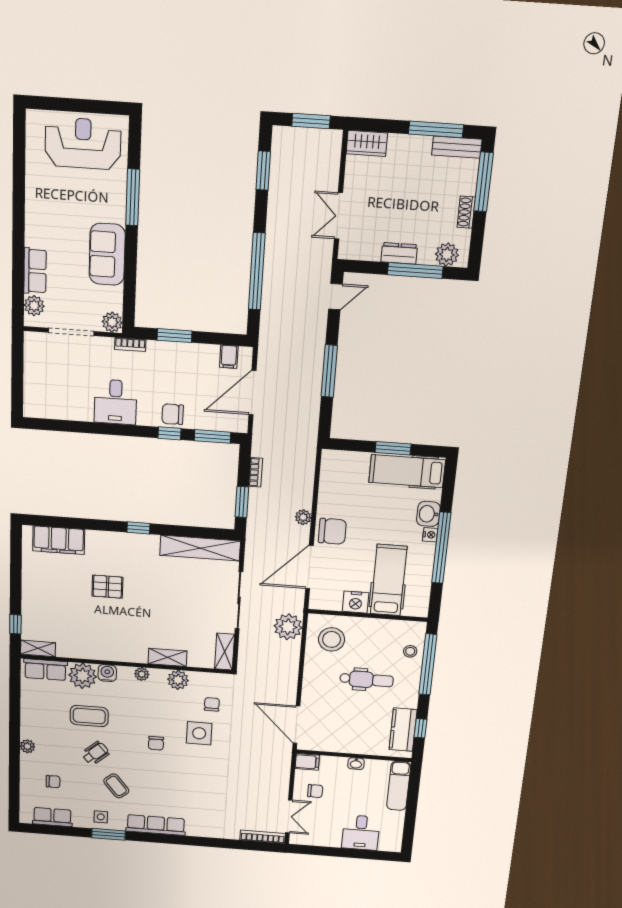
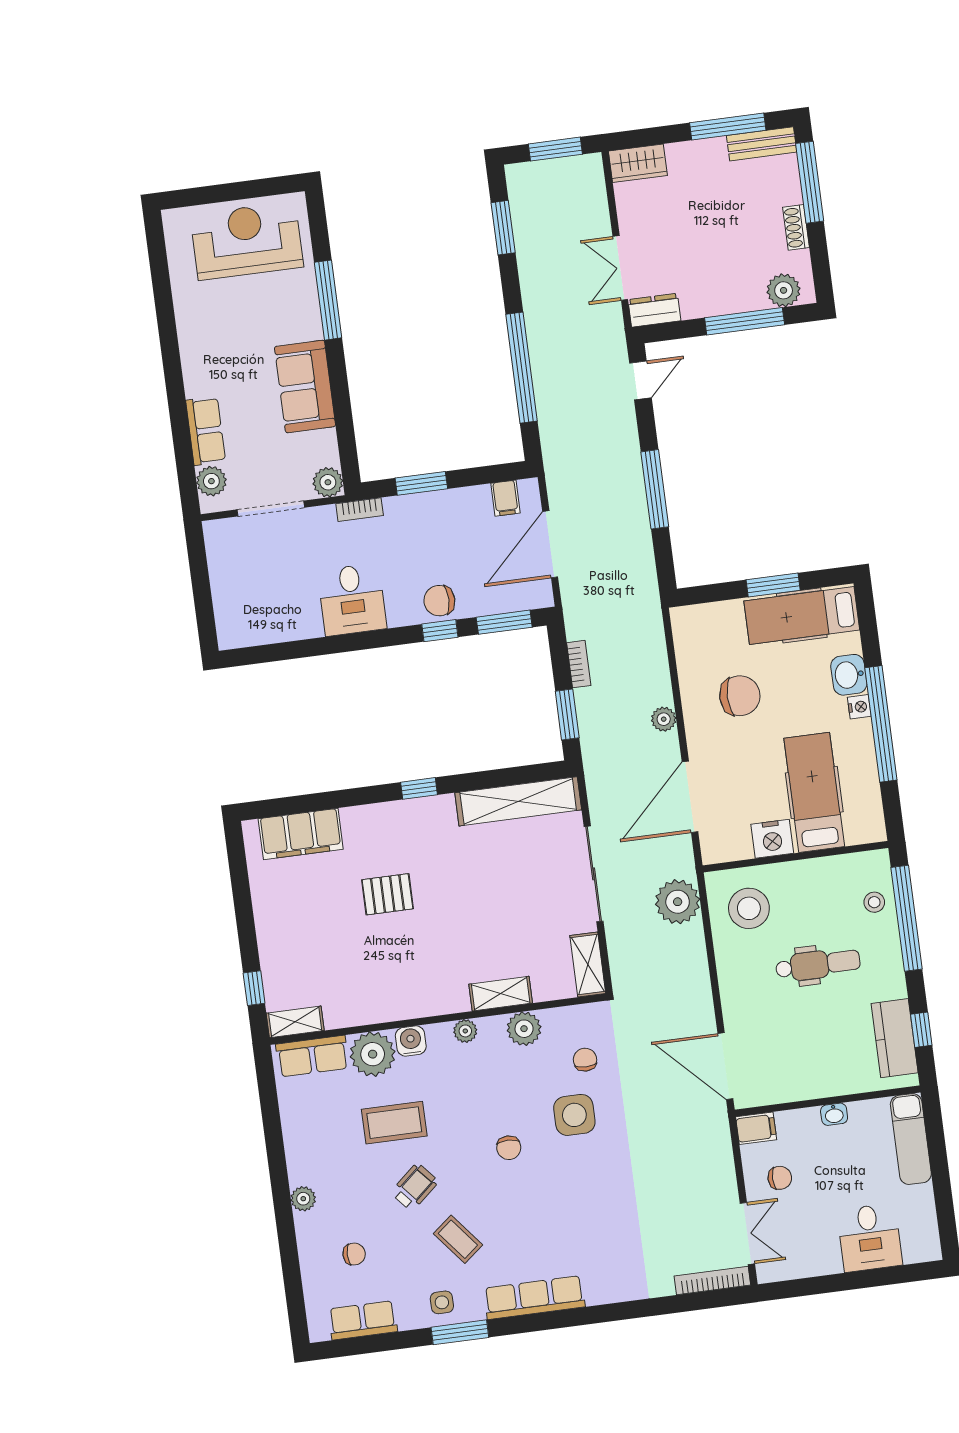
dresser: (399, 253) -> (654, 310), moved
chair: (332, 531) -> (740, 696), moved

